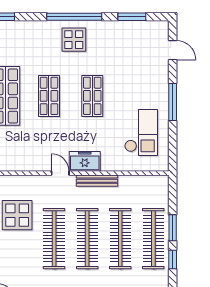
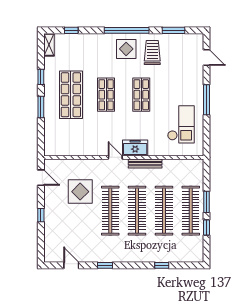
trolley: (106, 44) -> (152, 52), added

